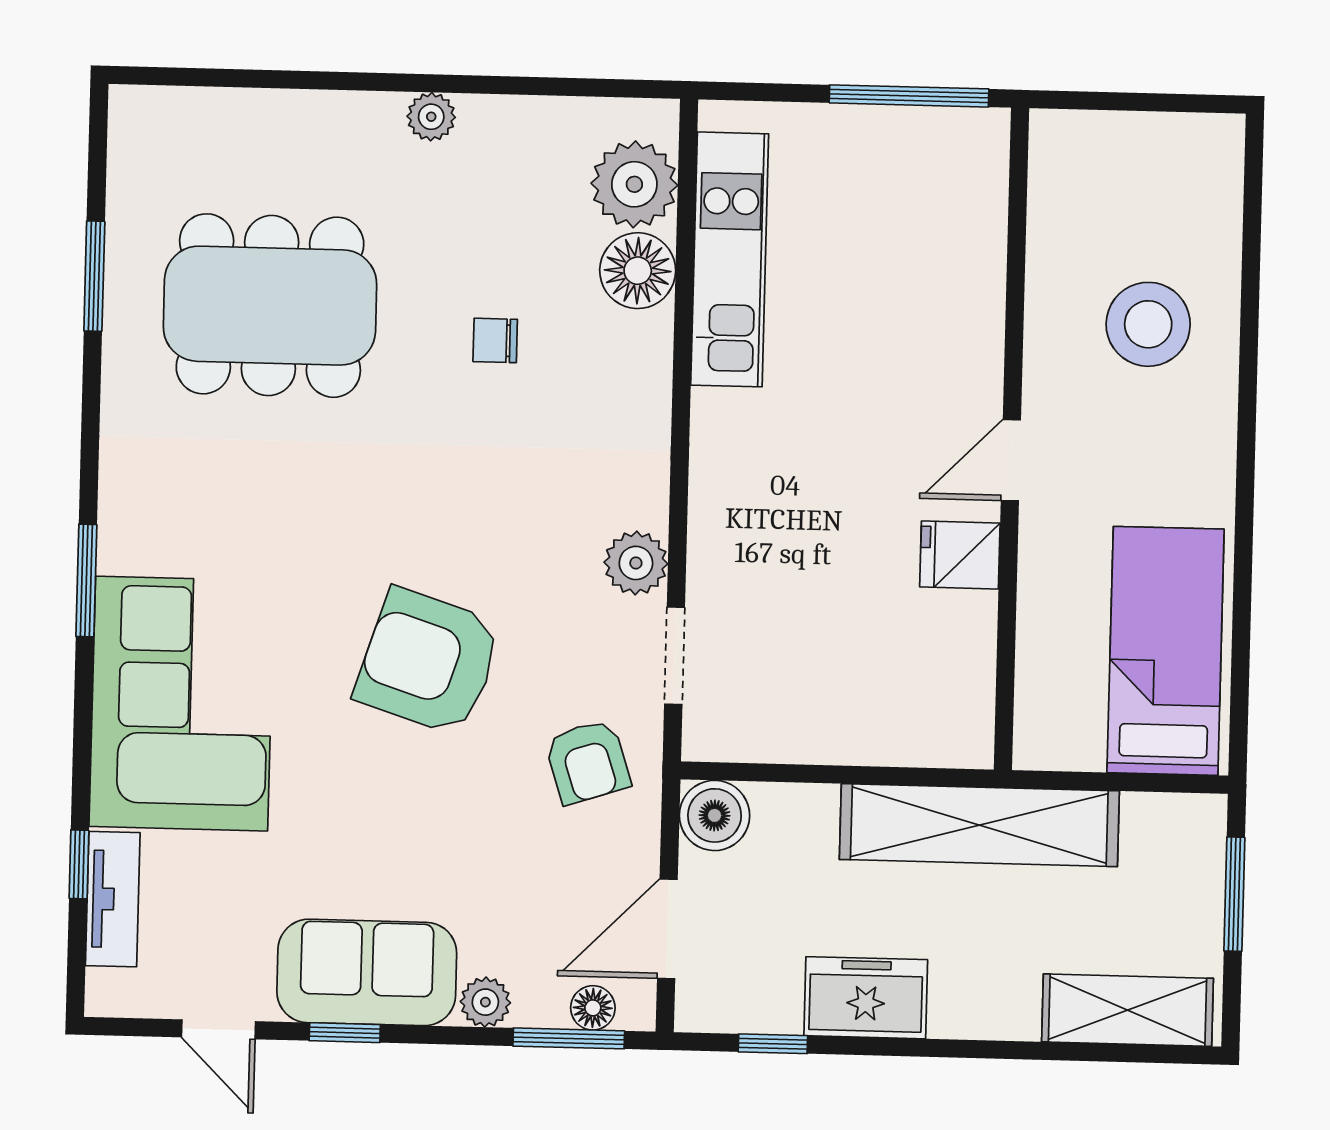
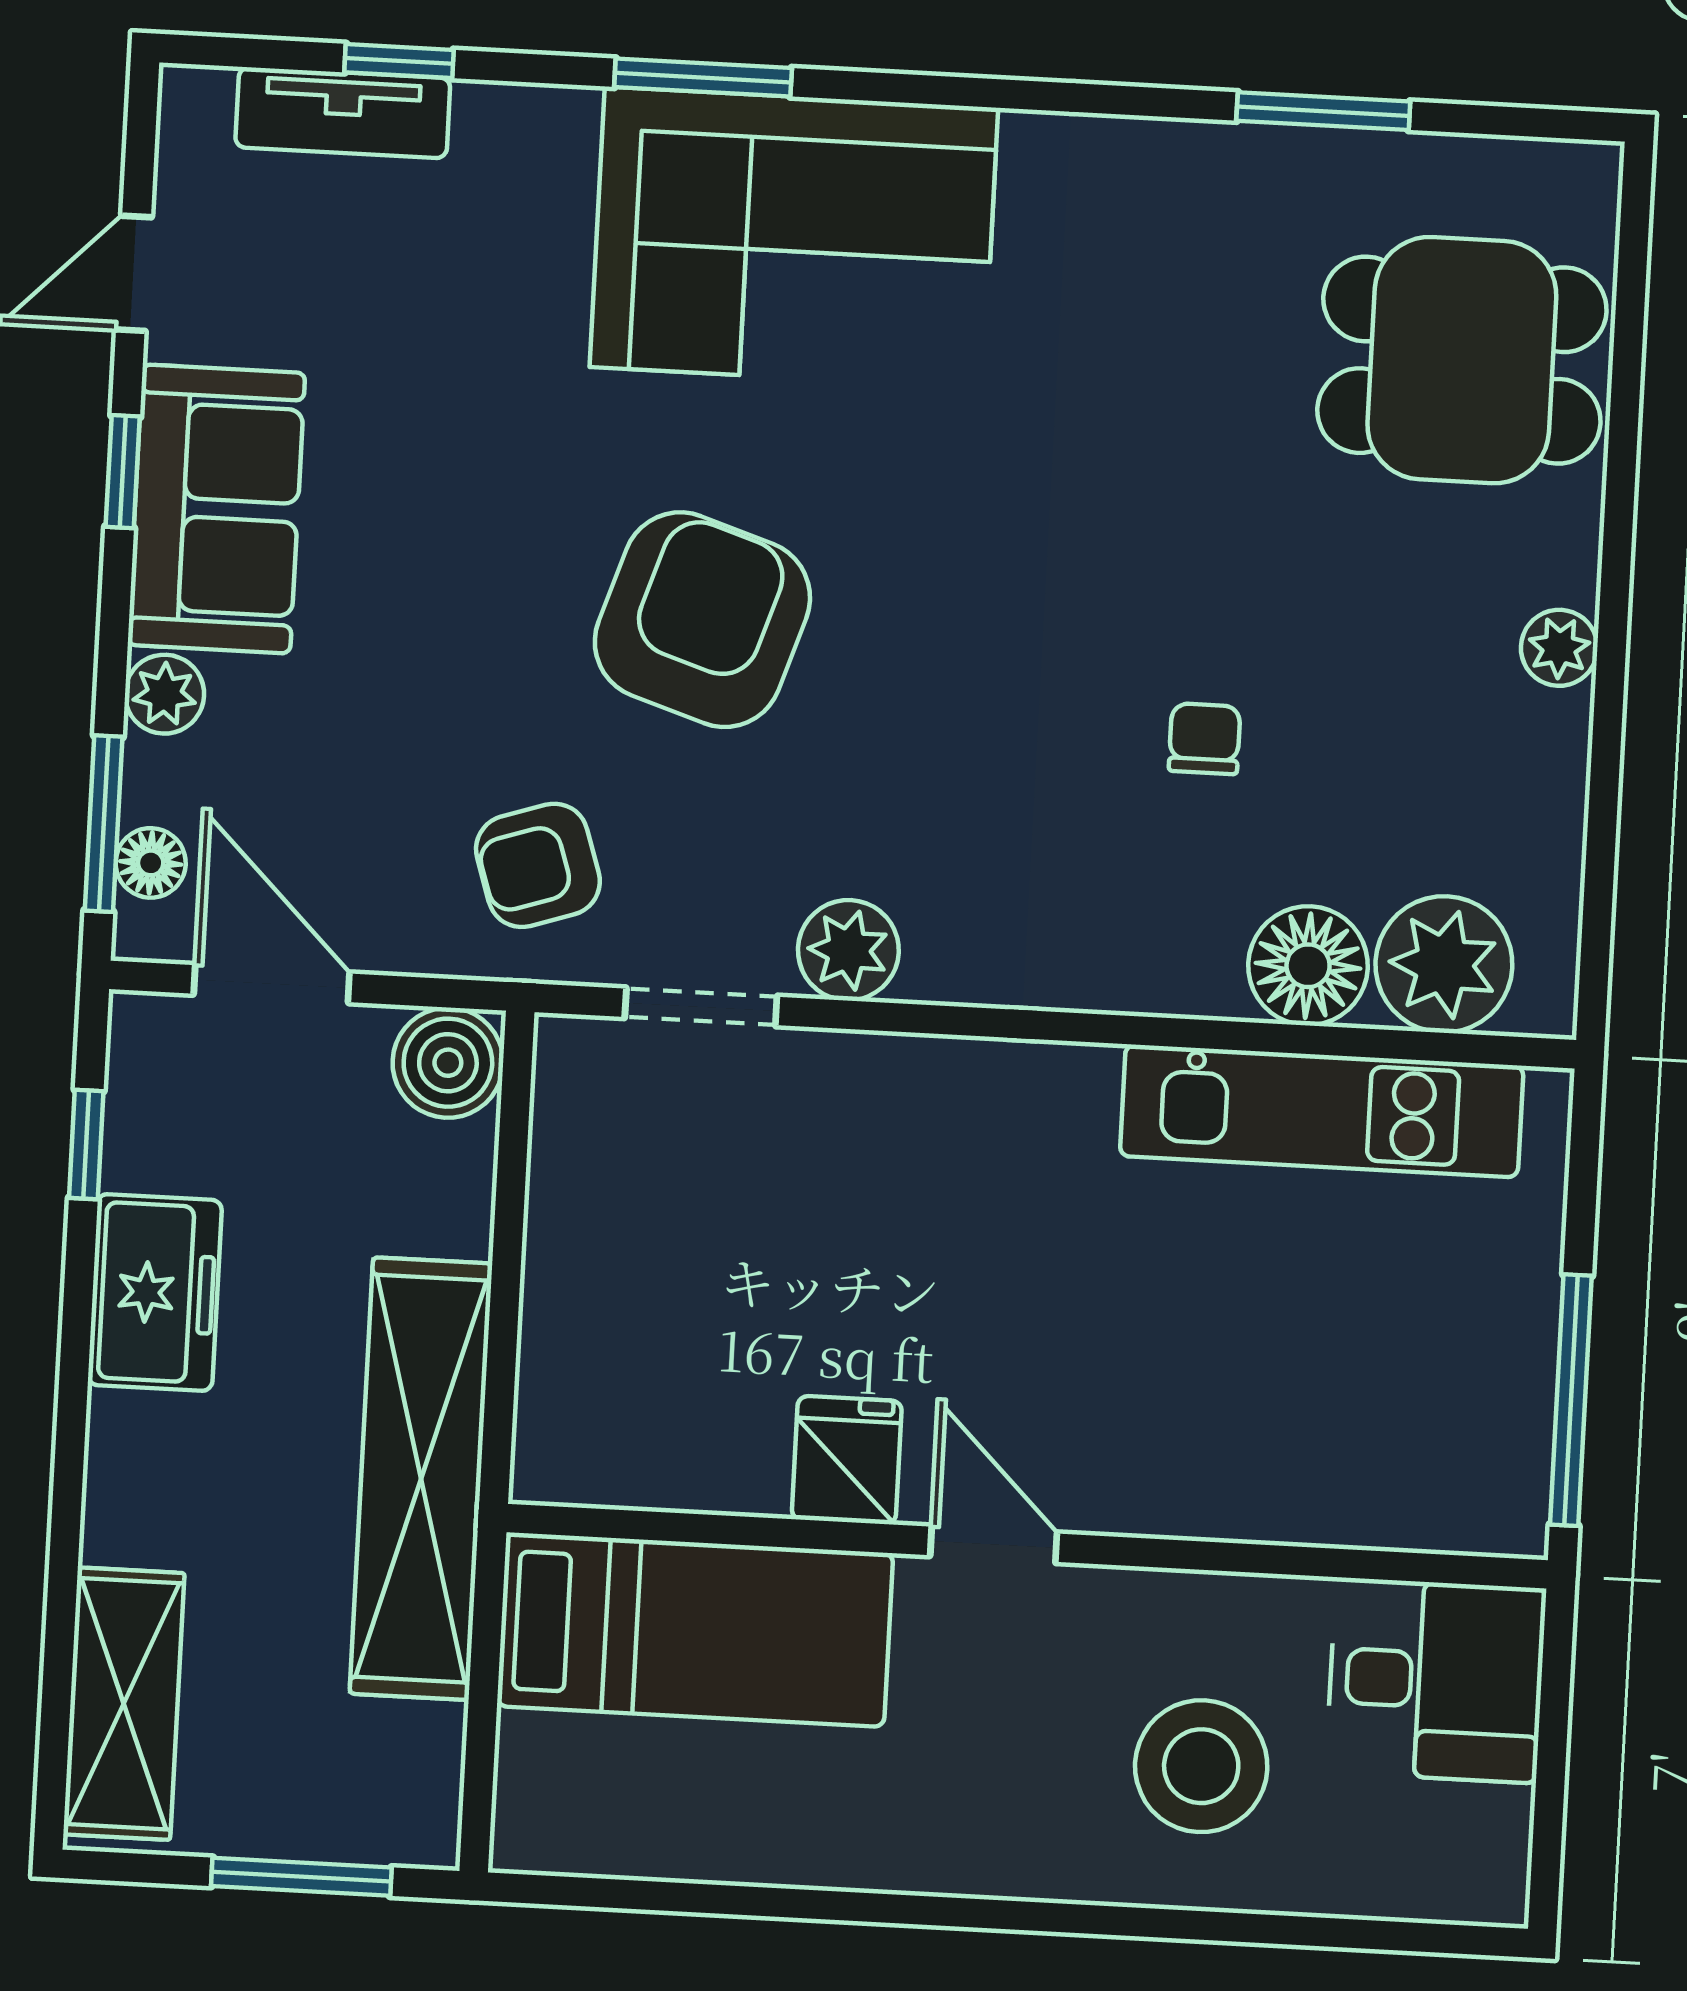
desk: (1089, 177) -> (1436, 1680), added
dining table: (270, 306) -> (1462, 360), moved, width x0.73
window: (86, 580) -> (703, 78), moved
bed: (1166, 651) -> (695, 1630), moved
corner sofa: (182, 704) -> (794, 237), moved

